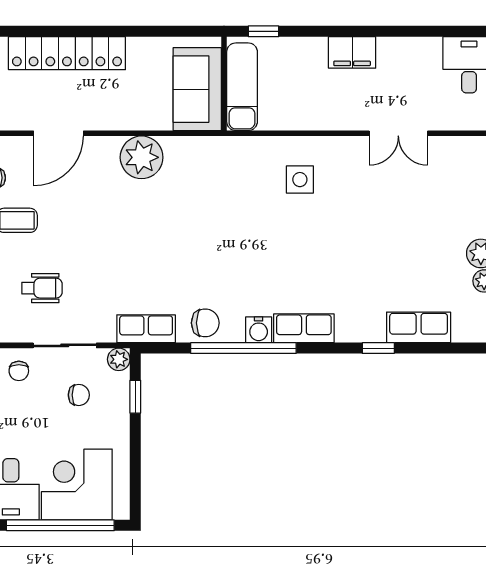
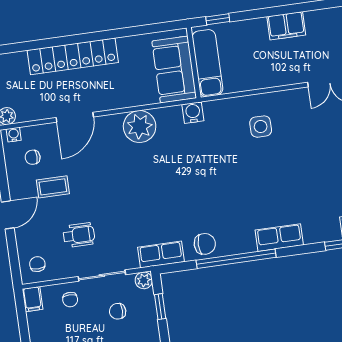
water cooler: (259, 330) -> (193, 113), moved, turned 180
chair: (79, 395) -> (118, 311), turned 180

